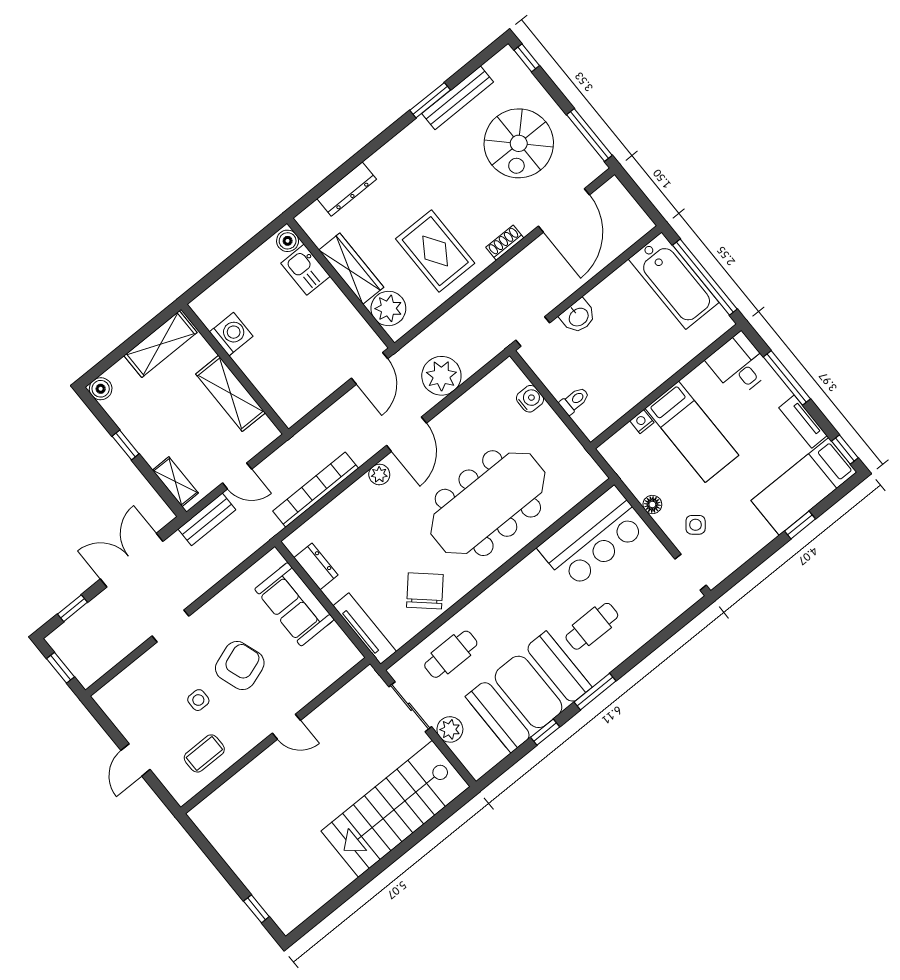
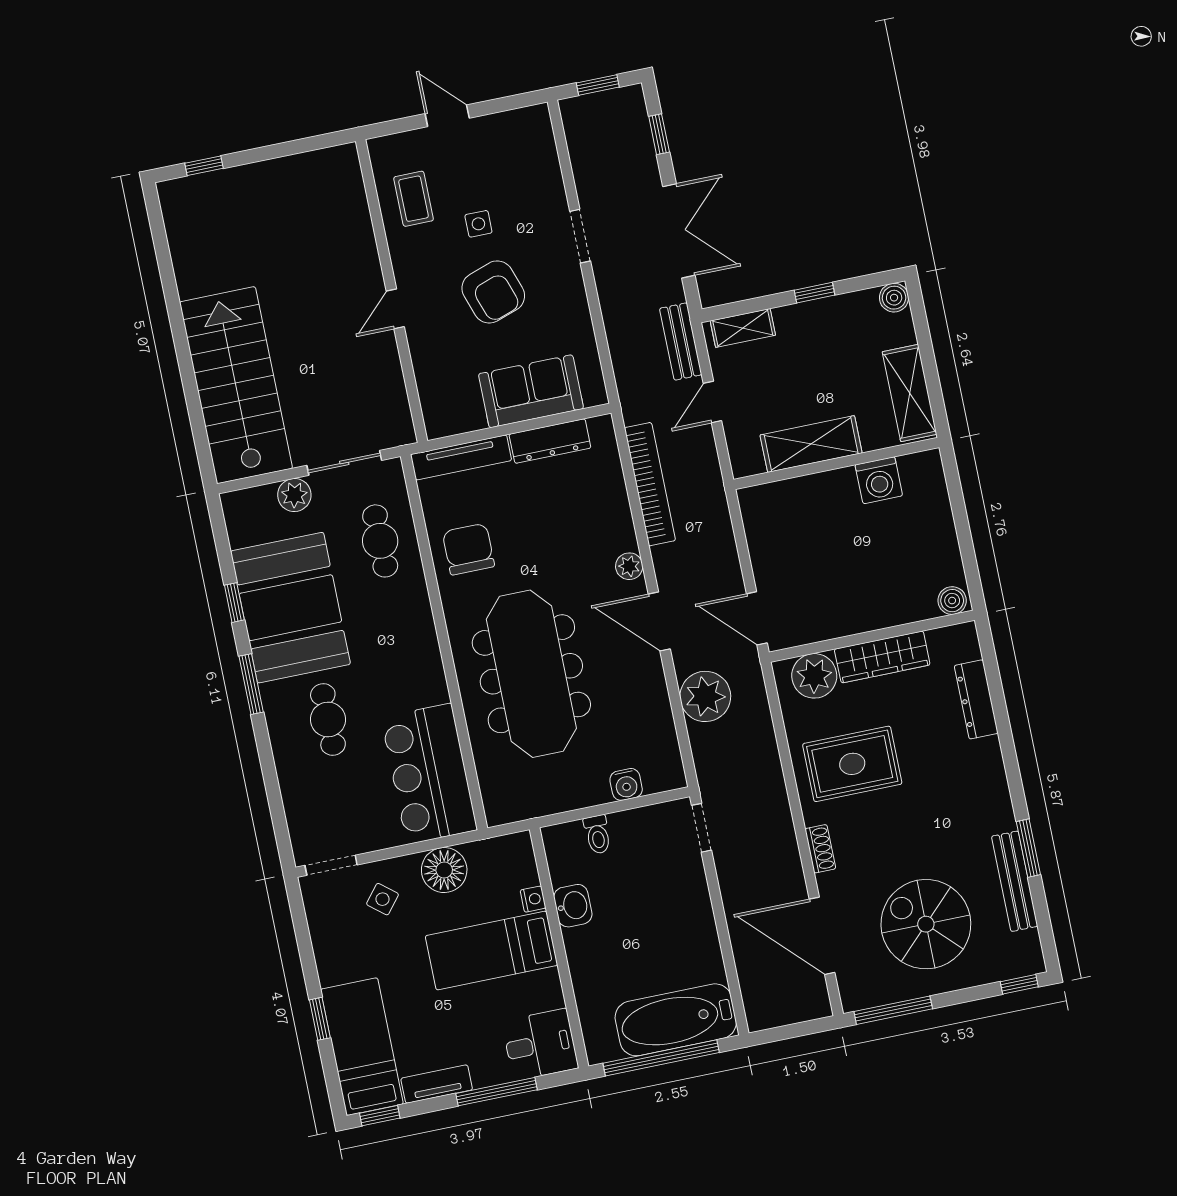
kitchen sink: (305, 270) -> (908, 604), removed
washbasin: (578, 316) -> (573, 906), moved, turned 180
floor lamp: (652, 504) -> (444, 870), width x1.89, depth x1.89
dresser: (316, 566) -> (550, 441), width x1.44
chair: (425, 591) -> (468, 549), turned -132

